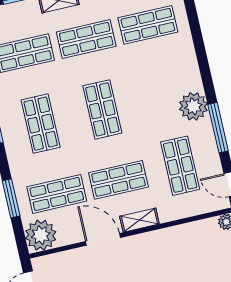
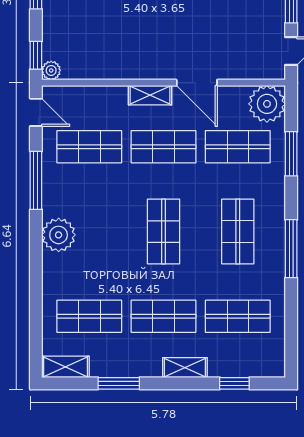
plant: (193, 106) -> (59, 235), moved
shop shelf: (180, 166) -> (89, 147), turned 90

